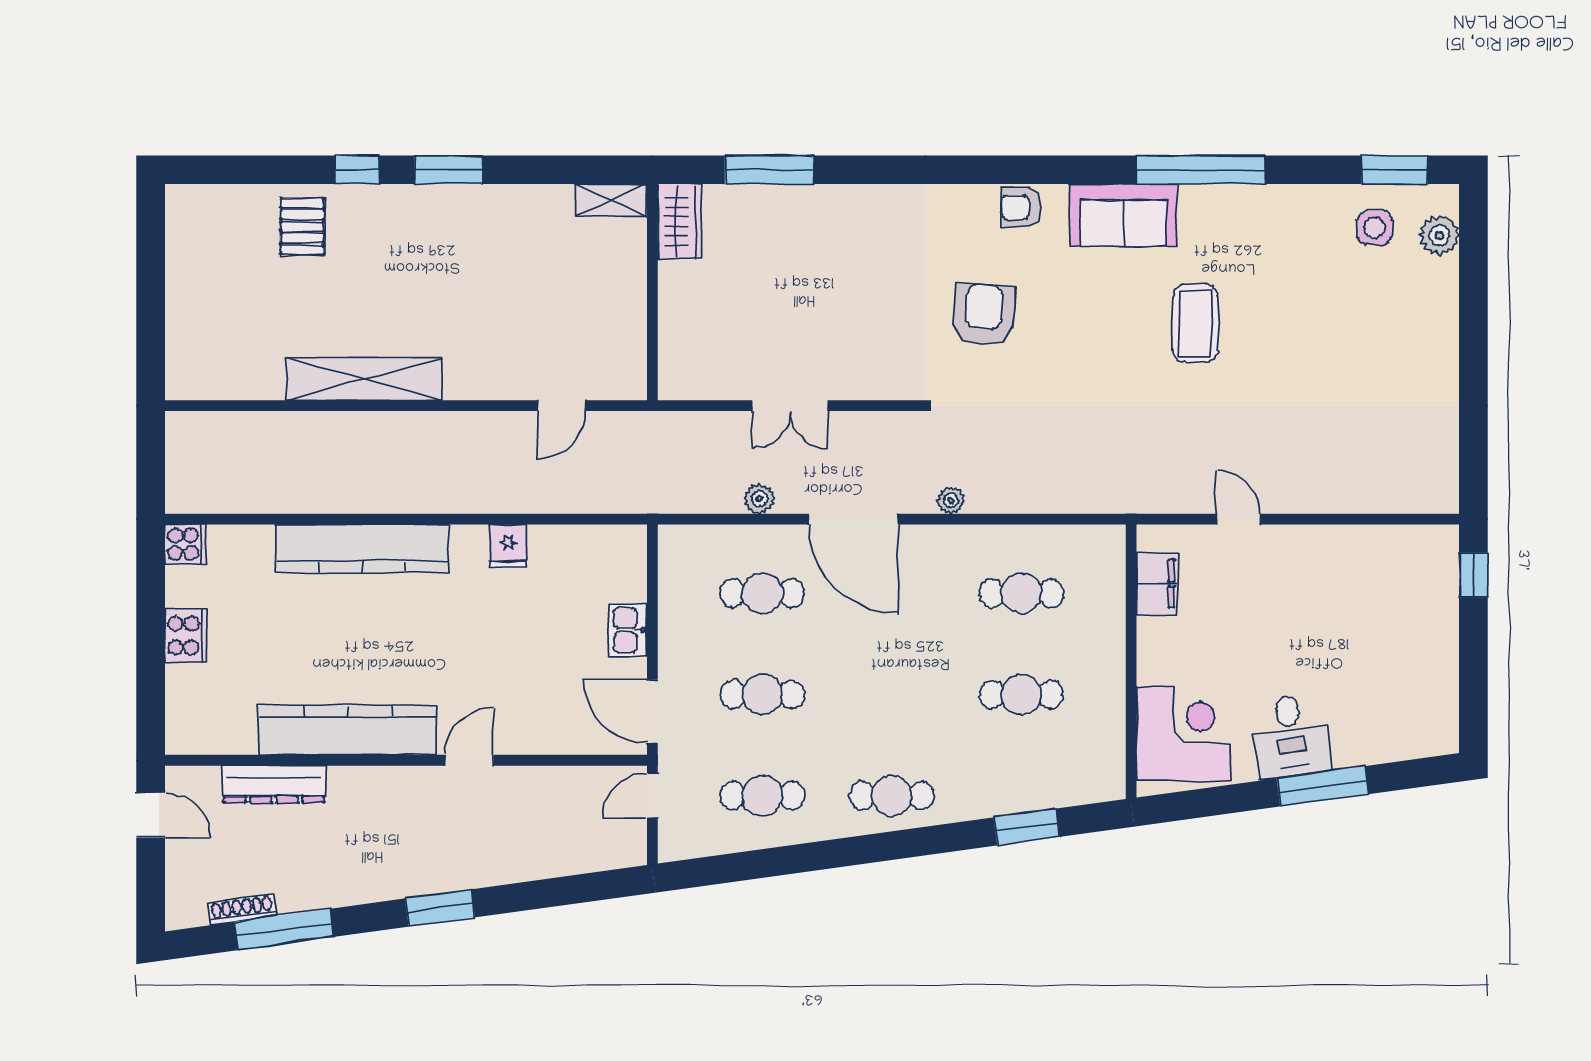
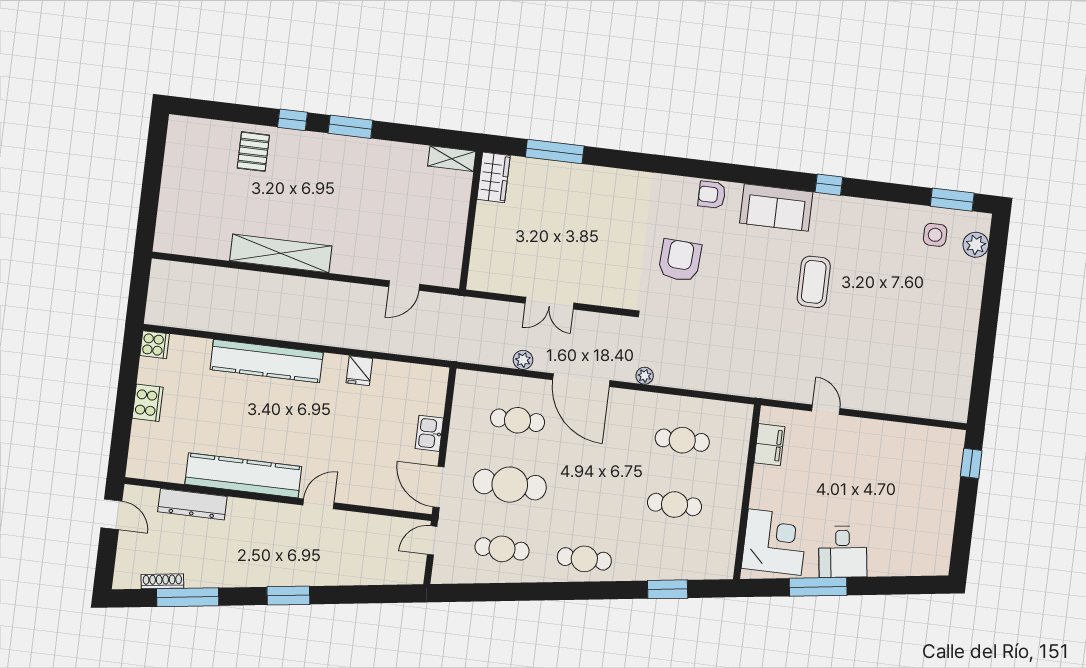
window: (1200, 170) -> (829, 185), width x0.32
cafe table: (762, 694) -> (510, 485), width x1.37, depth x1.35
window: (1323, 786) -> (818, 587), moved

